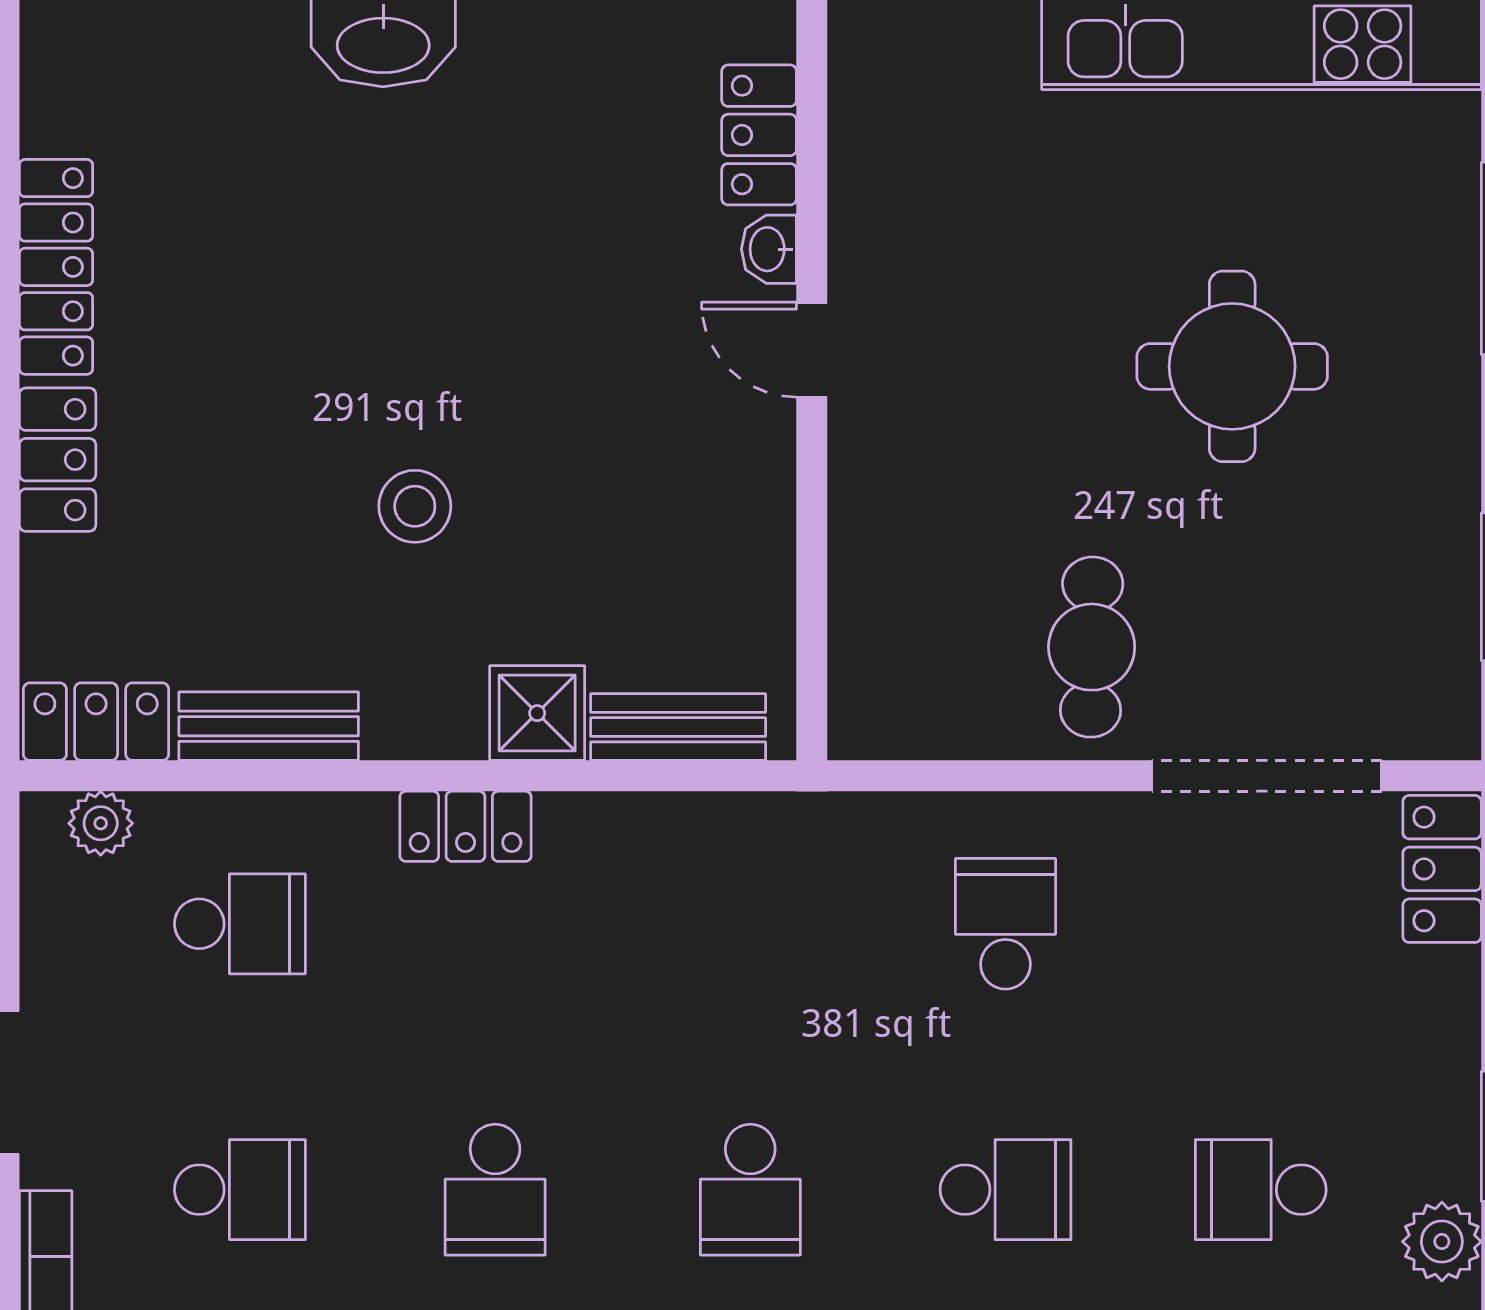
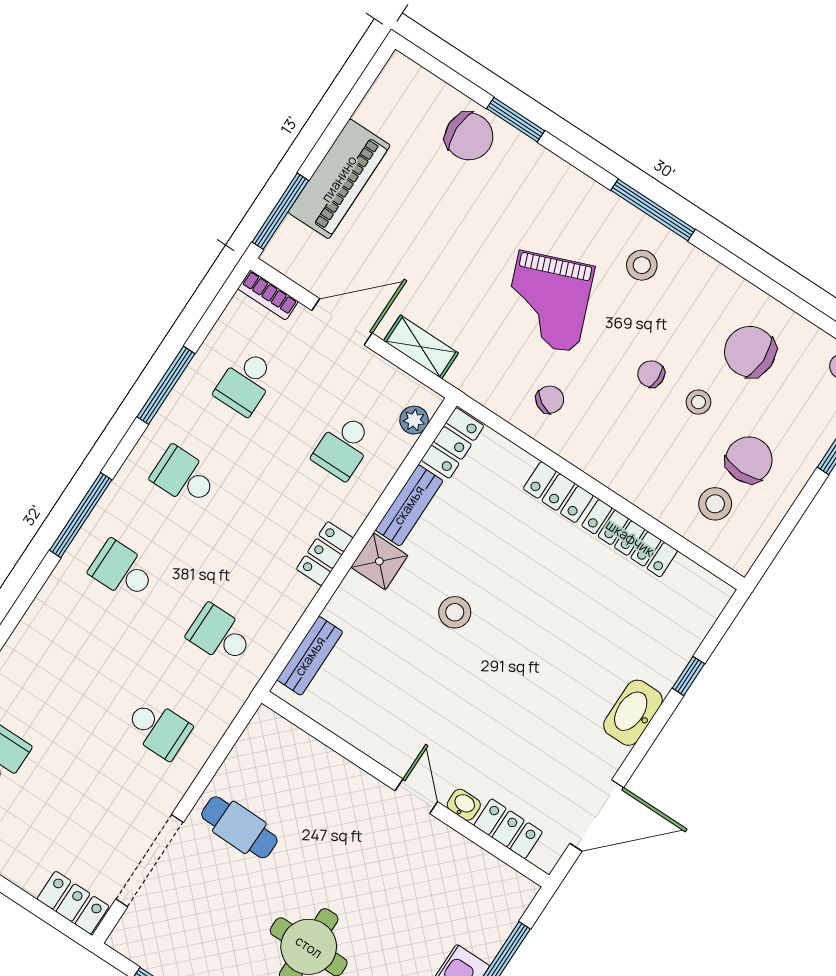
door: (812, 350) -> (416, 796), hinge flipped
shower: (537, 713) -> (379, 561), moved
school desk: (1006, 1190) -> (220, 635), moved, turned 90

